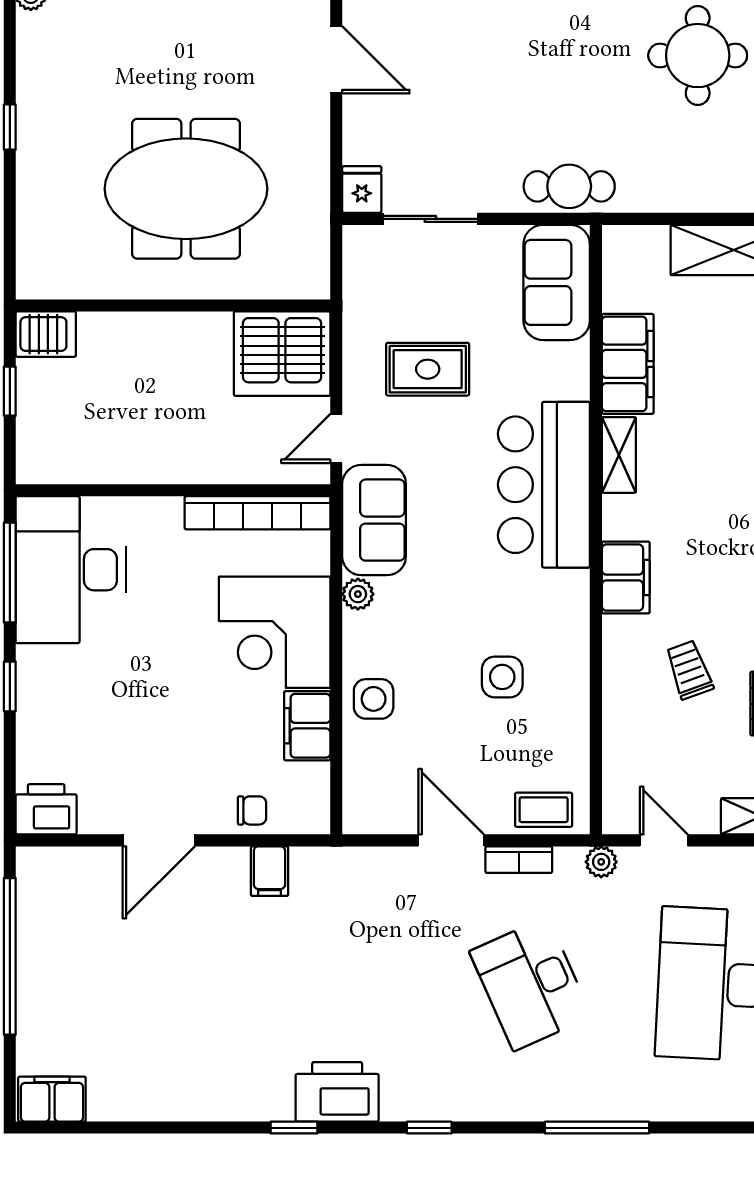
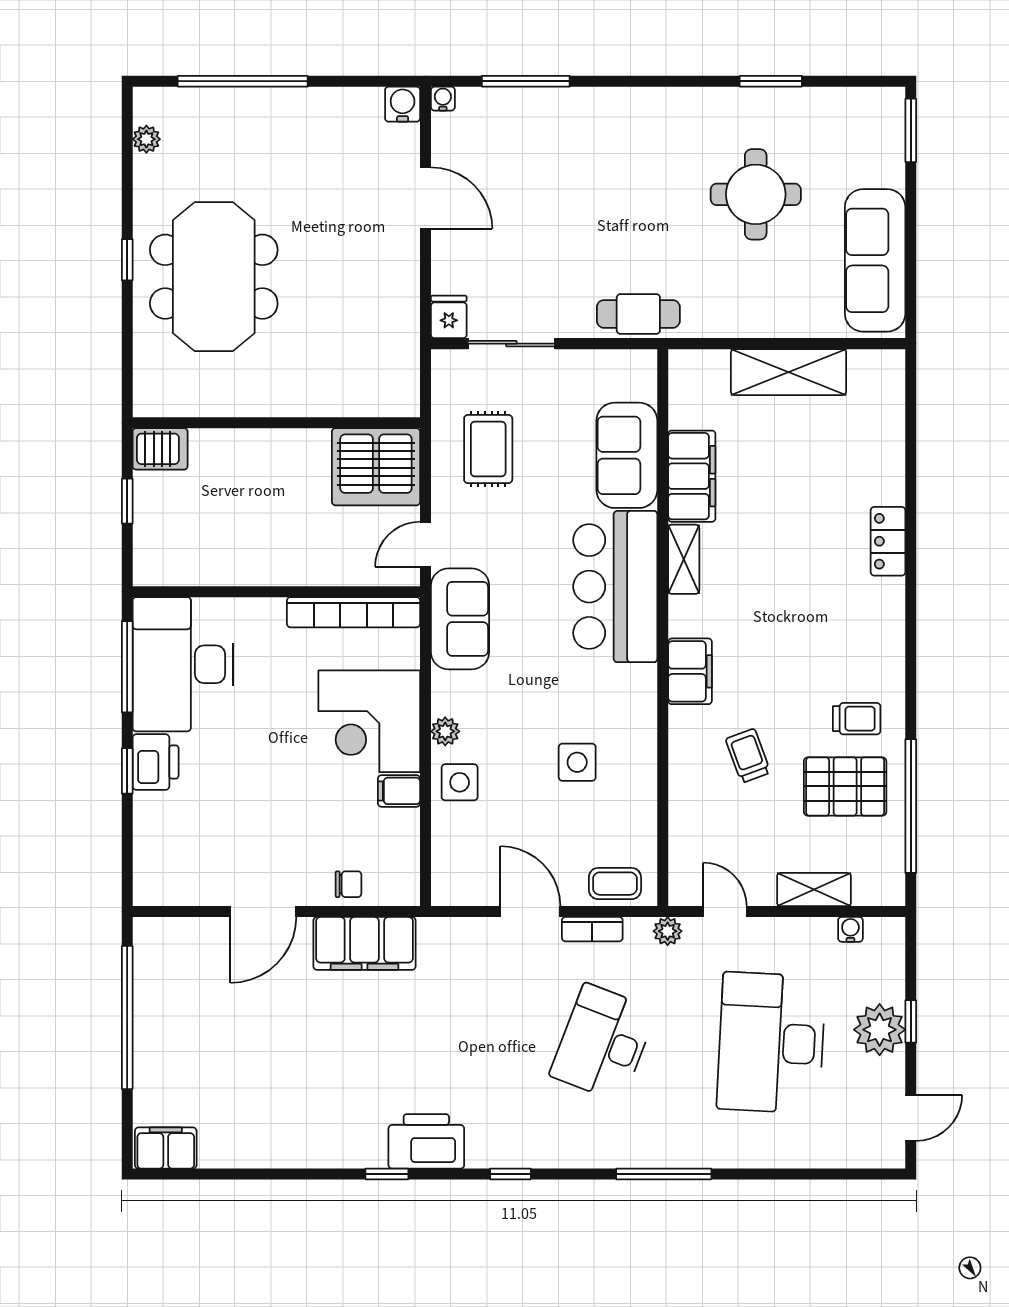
meeting table: (186, 189) -> (214, 277), moved, turned 90
sofa: (557, 282) -> (627, 455), moved
rug: (428, 369) -> (488, 449), moved, turned 90
plant: (358, 594) -> (445, 731), moved
filing cabinet: (307, 726) -> (399, 791), width x0.50
printer: (46, 809) -> (156, 762), moved, turned 90
filing cabinet: (269, 871) -> (364, 943), width x3.00, depth x1.17
desk: (531, 984) -> (603, 1043), turned 45

